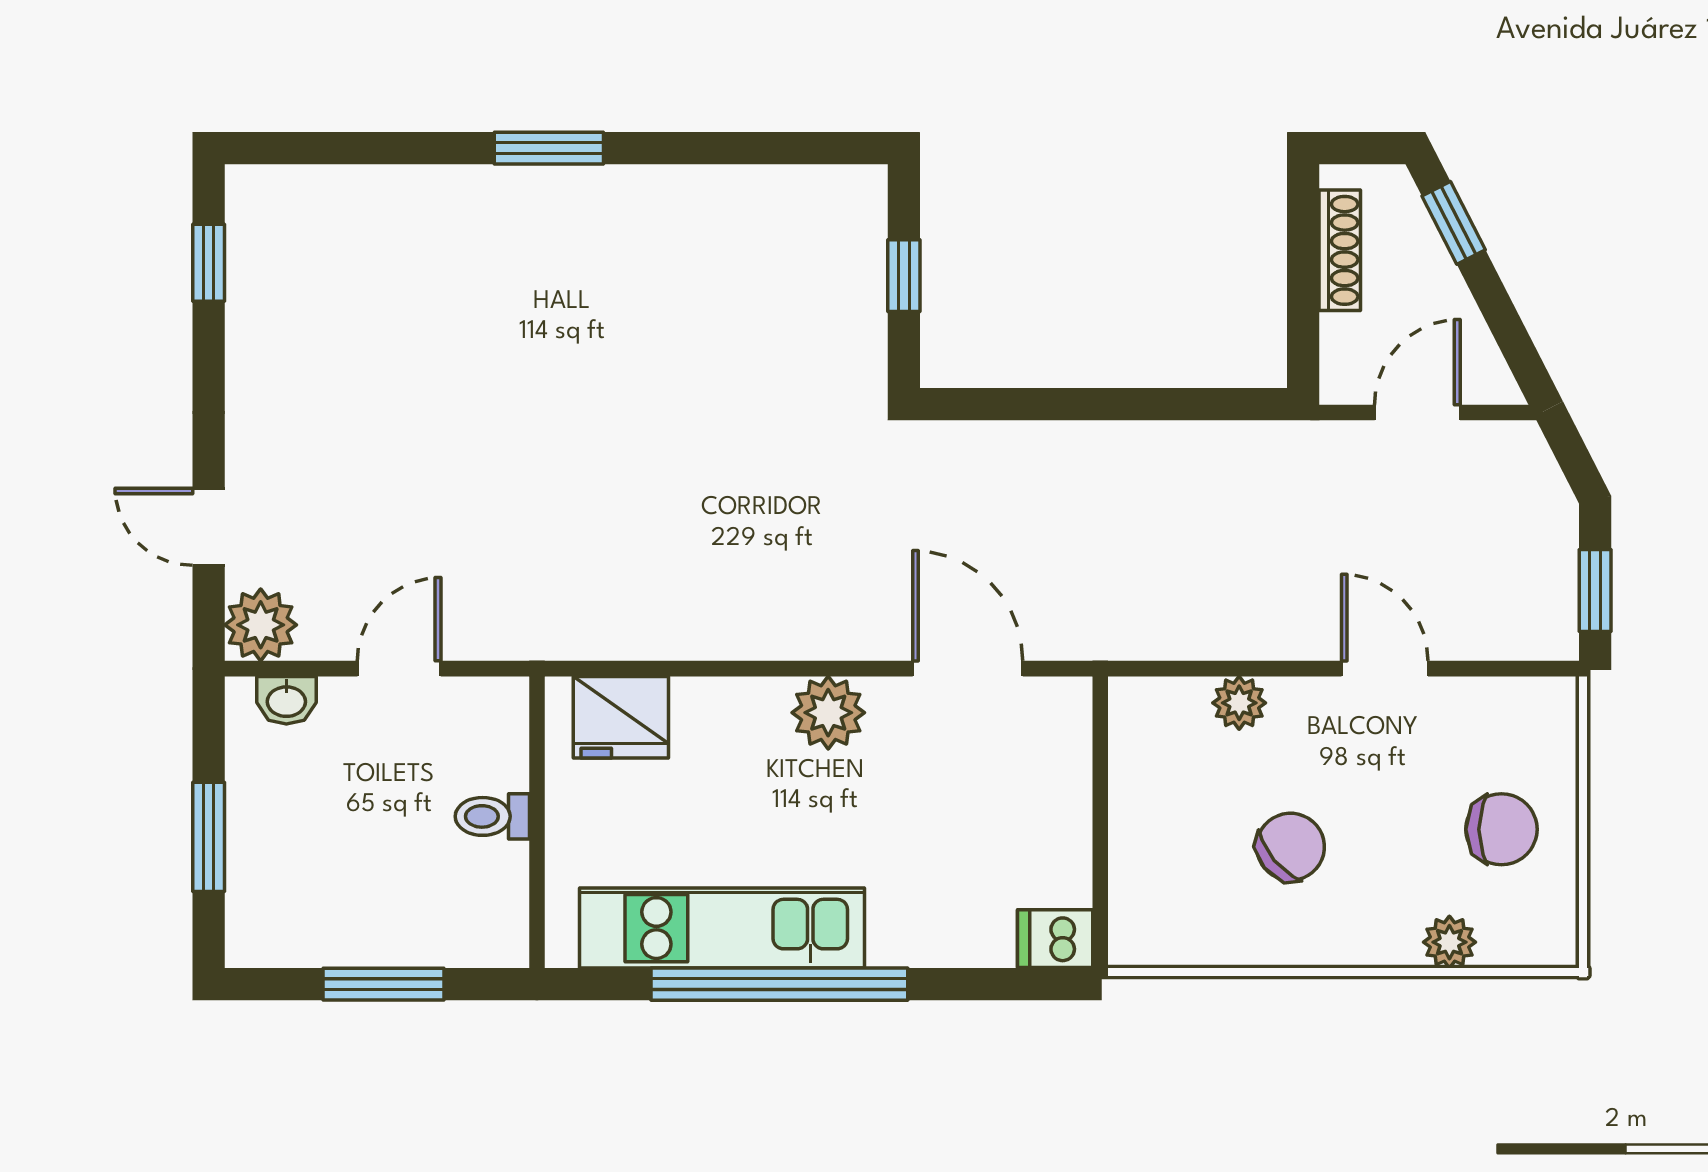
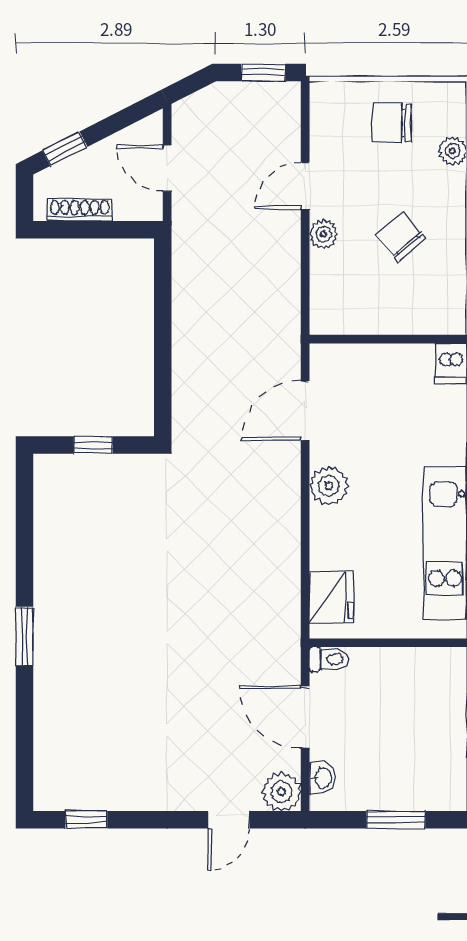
door: (399, 669) -> (305, 717), width x1.38
plant: (1239, 703) -> (324, 234), moved
toilet: (492, 816) -> (329, 659), moved, turned -90
chair: (1501, 829) -> (392, 123), turned -90

